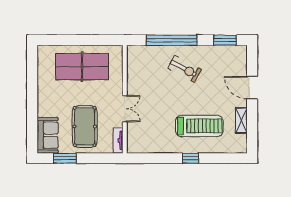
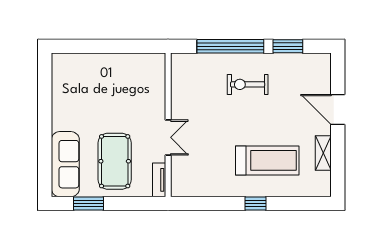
window: (225, 40) -> (288, 46), moved
table tennis table: (82, 67) -> (111, 82), removed
exercise bike: (184, 69) -> (248, 84), turned 152
sofa: (48, 135) -> (65, 164), width x1.36

